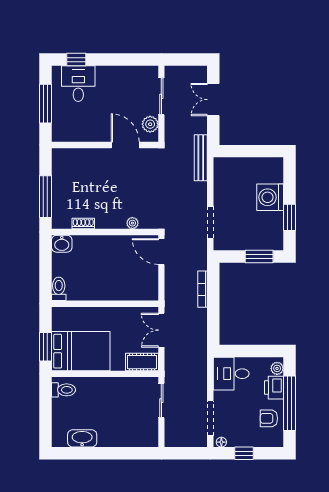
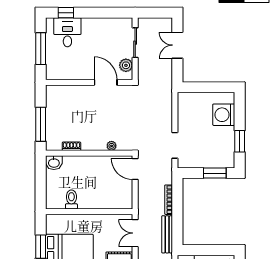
bench: (201, 158) -> (167, 234), moved
washing machine: (270, 197) -> (224, 115), moved
toilet: (59, 289) -> (71, 199), moved

